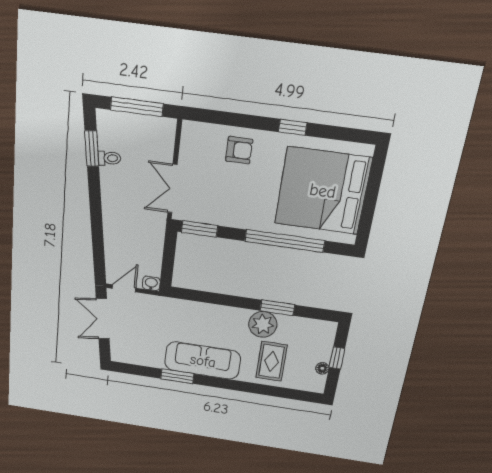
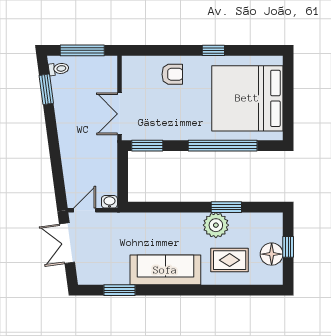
toilet: (109, 158) -> (59, 69), moved
rug: (272, 361) -> (230, 260), turned 90
floor lamp: (322, 368) -> (272, 254), width x1.89, depth x1.89
window: (177, 376) -> (120, 290), moved

